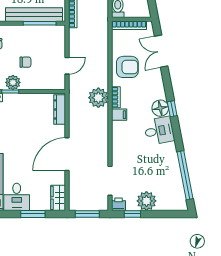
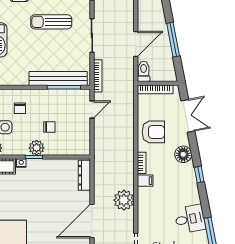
double door: (161, 51) -> (188, 116), swing flipped
door: (67, 66) -> (92, 110), moved
plant: (98, 98) -> (124, 200), moved
floor lamp: (160, 108) -> (183, 154), moved
desk: (159, 131) -> (190, 219), moved

